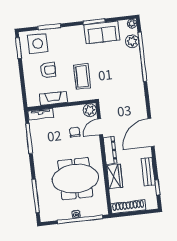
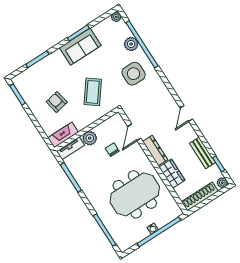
sofa: (102, 32) -> (80, 47), moved
plant: (132, 41) -> (131, 44), moved
side table: (38, 44) -> (134, 74), moved
armchair: (48, 70) -> (57, 102), turned -101
coffee table: (82, 76) -> (93, 92), turned 37
fireplace: (53, 98) -> (63, 135), moved
plant: (90, 110) -> (90, 138), moved
door: (151, 132) -> (186, 114), width x0.53
plant: (153, 204) -> (222, 183), added

